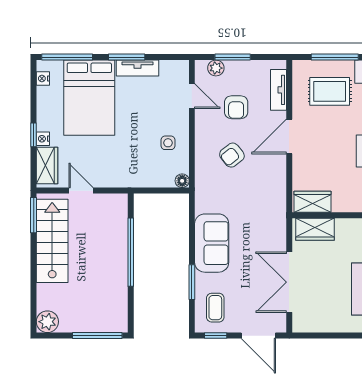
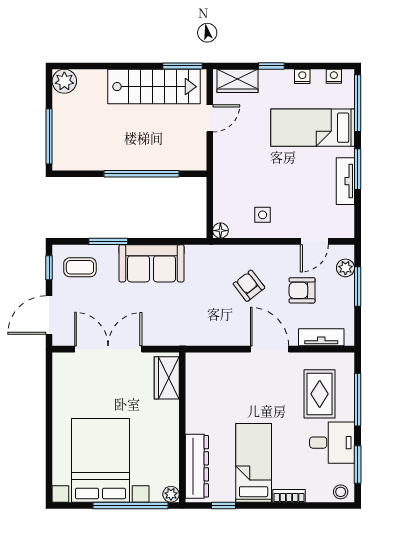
bed: (89, 98) -> (313, 128), width x0.67
nightstand: (43, 139) -> (302, 76), moved
wardrobe: (312, 202) -> (197, 375), removed

